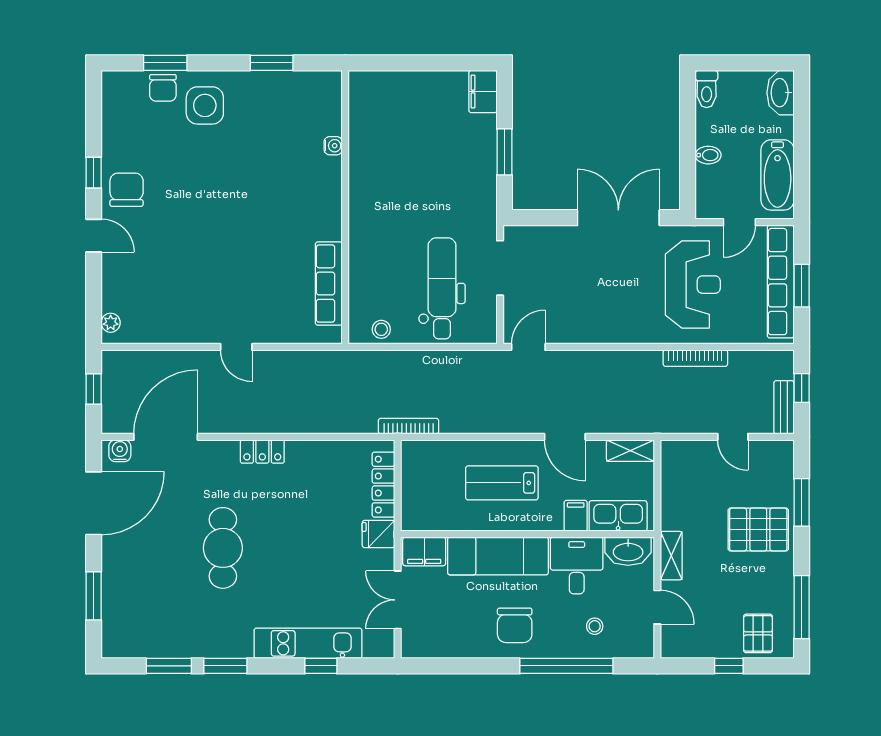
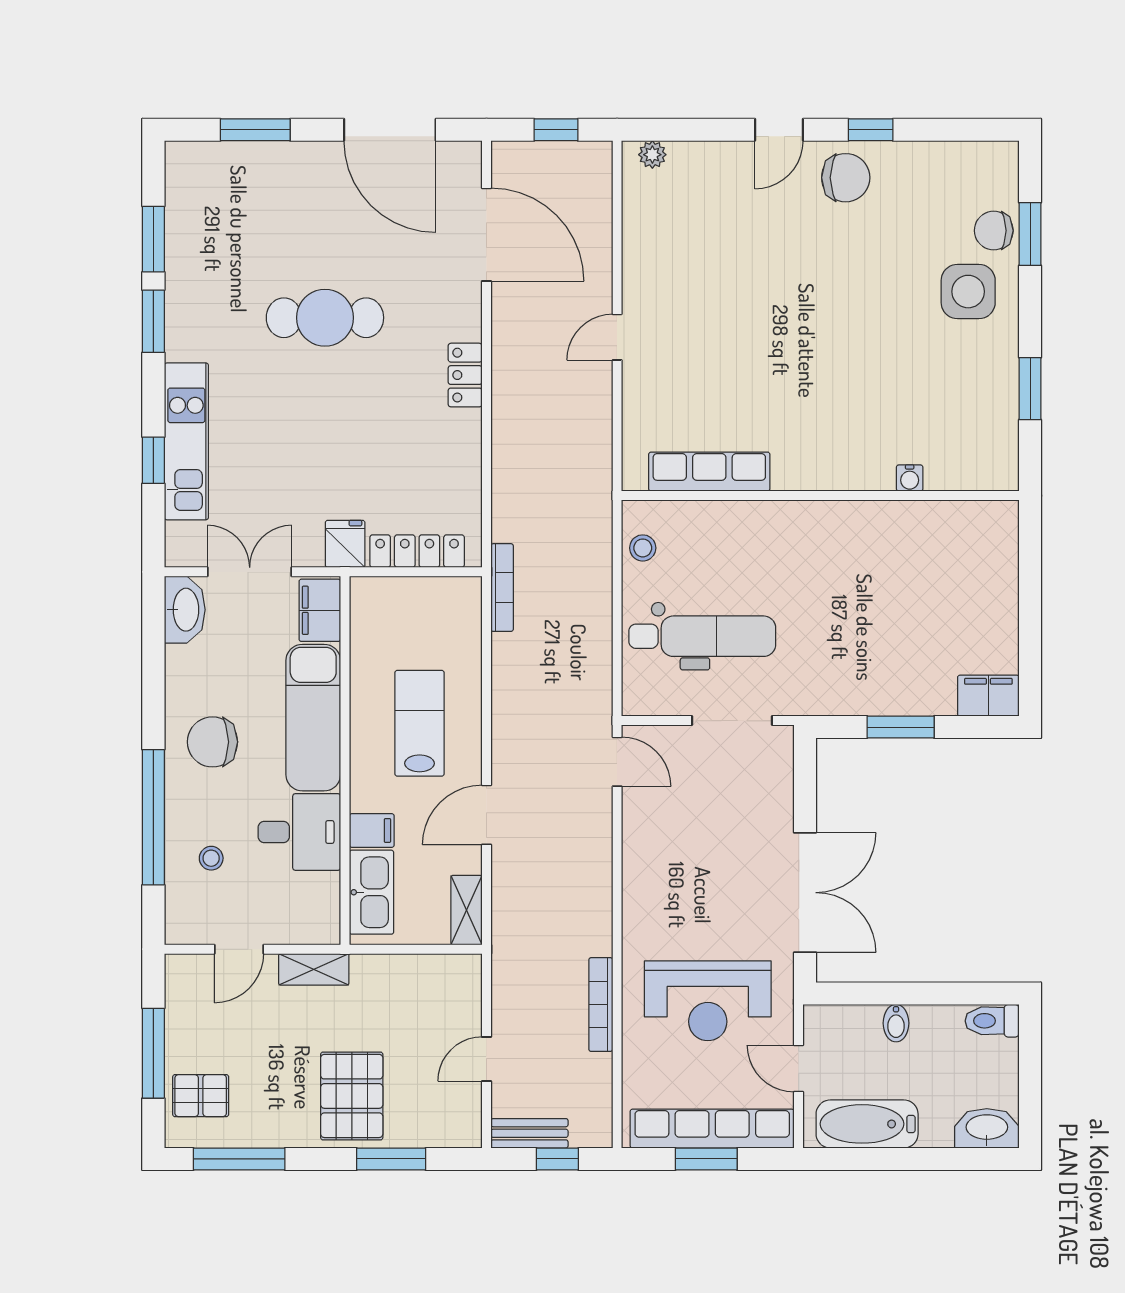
water cooler: (120, 451) -> (466, 168), removed
washbasin: (628, 551) -> (185, 610), moved, turned 180
window: (729, 666) -> (153, 1053), width x2.17

